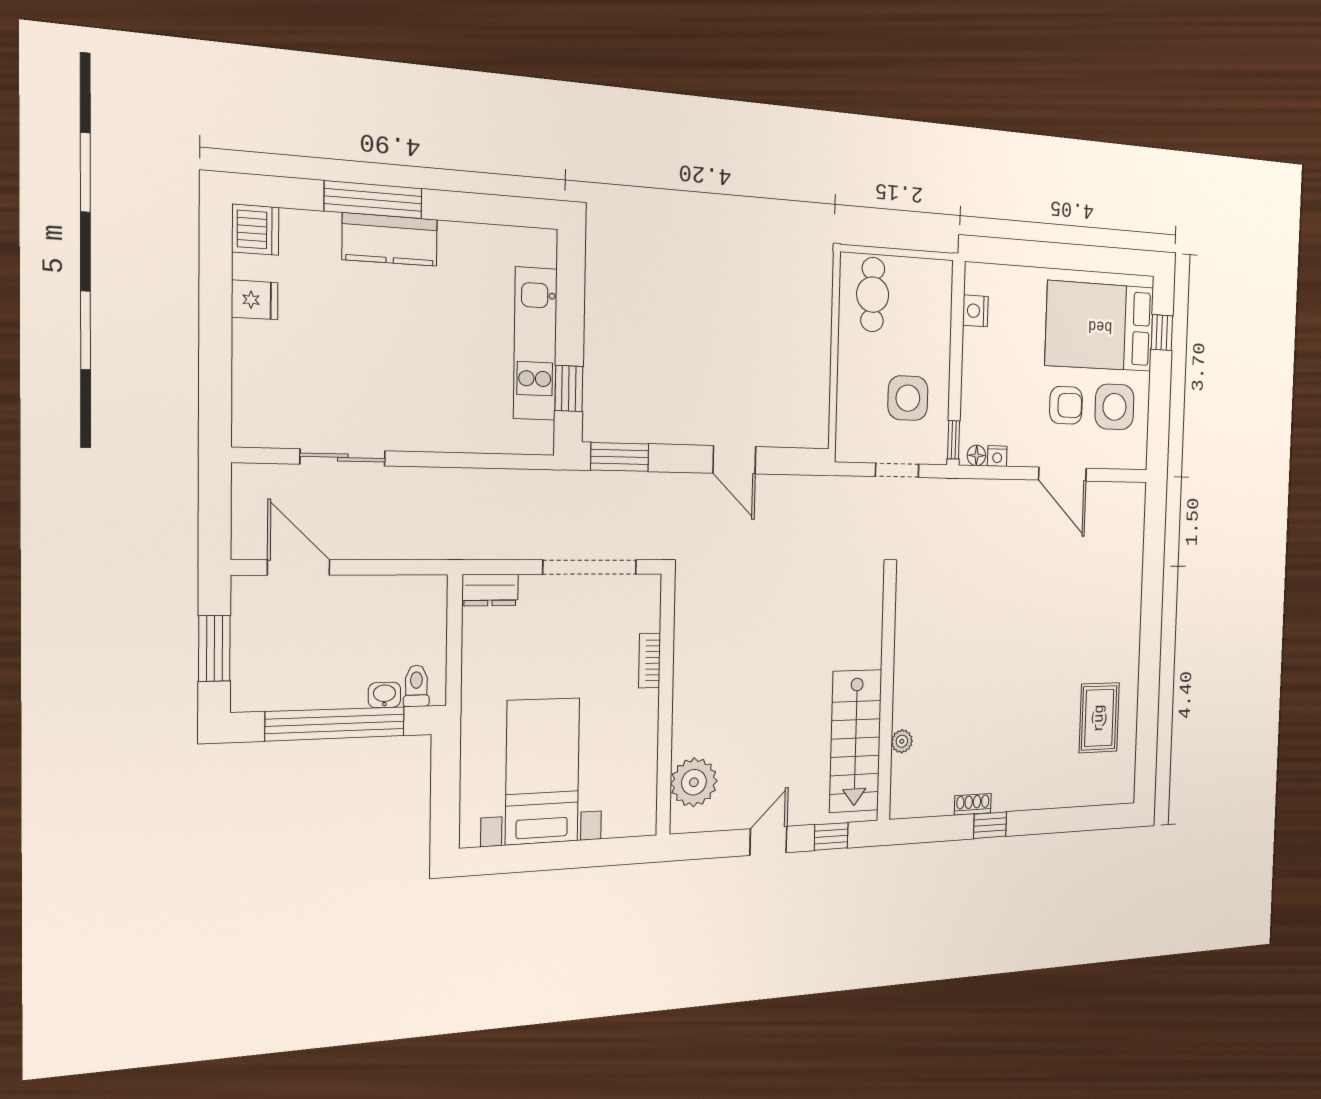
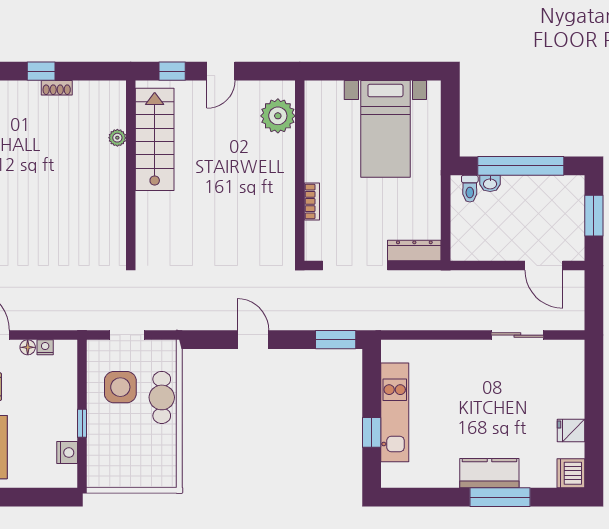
cafe table: (873, 295) -> (162, 397), moved
window: (569, 388) -> (372, 432), moved
window: (954, 440) -> (82, 423), moved
floor lamp: (976, 455) -> (28, 347), moved
dresser: (490, 590) -> (414, 250), width x1.44

